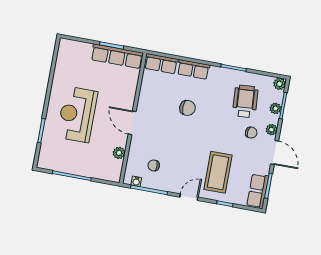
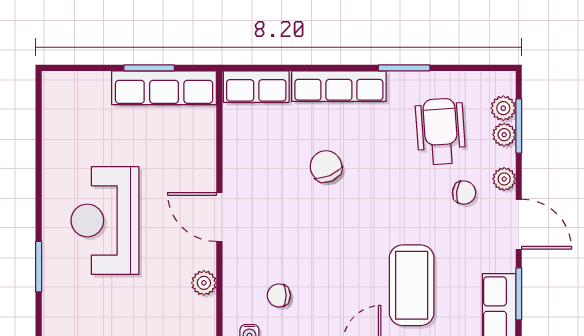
row of seats: (193, 69) -> (339, 86), width x1.48
plant: (279, 84) -> (503, 108), moved
chair: (187, 108) -> (326, 166), turned -113

